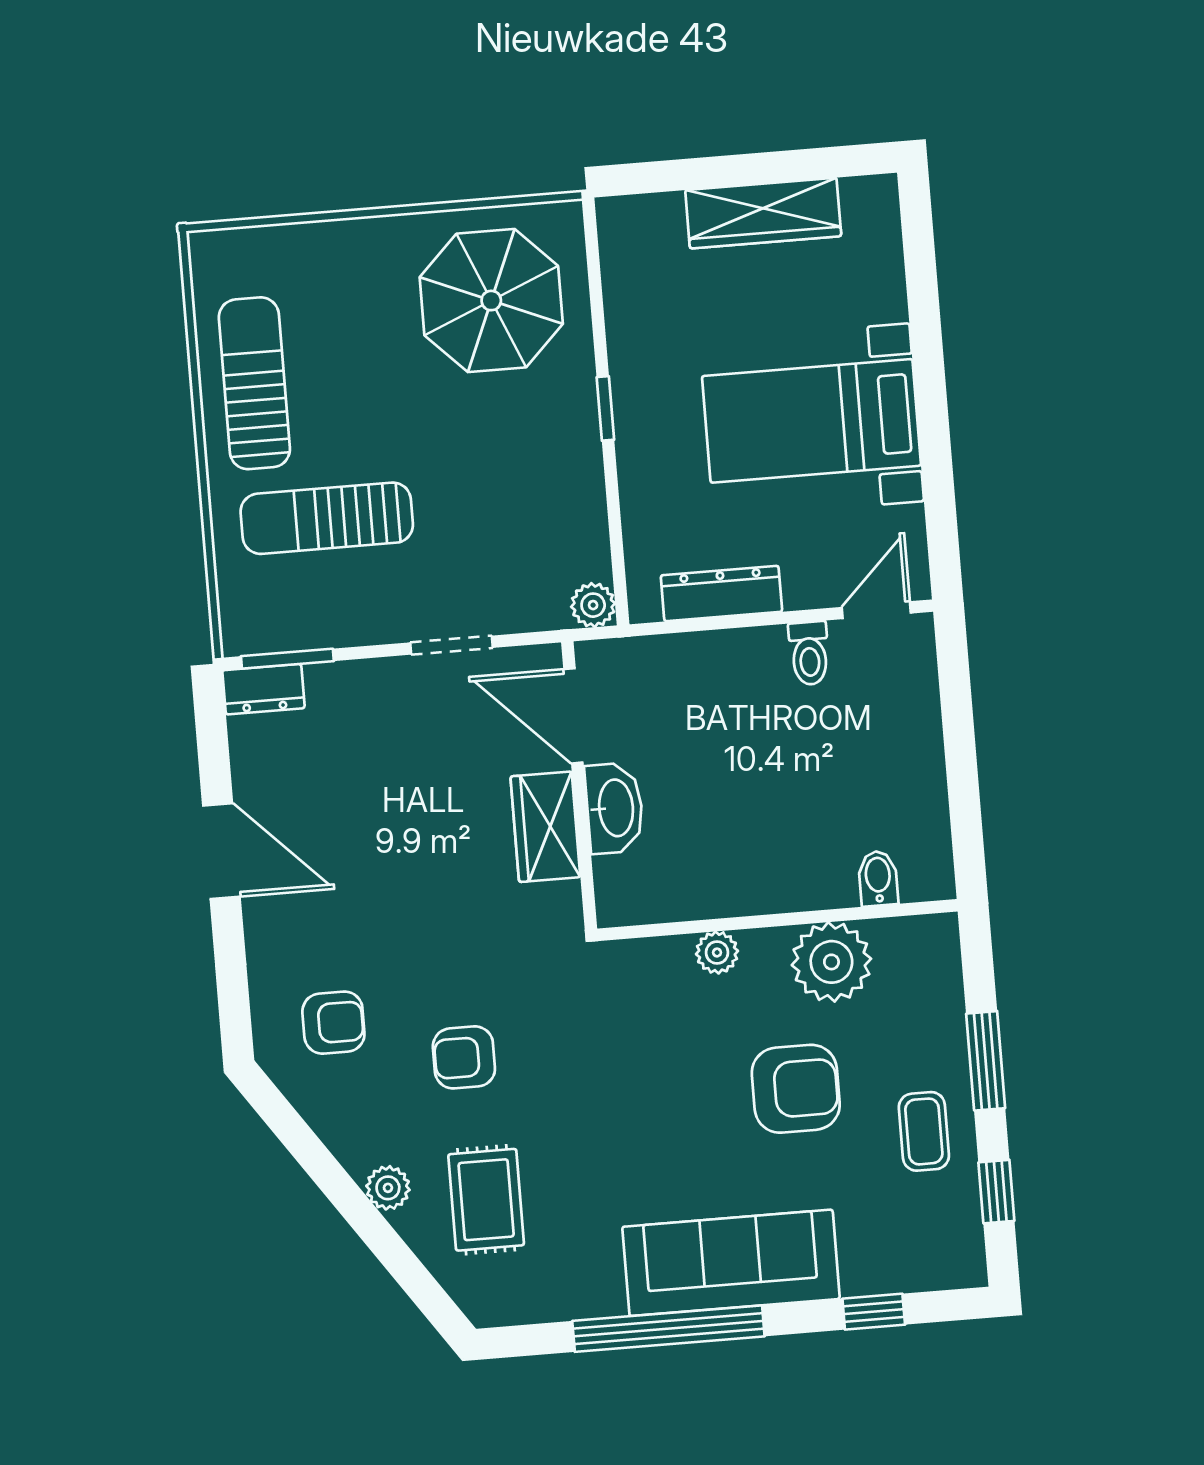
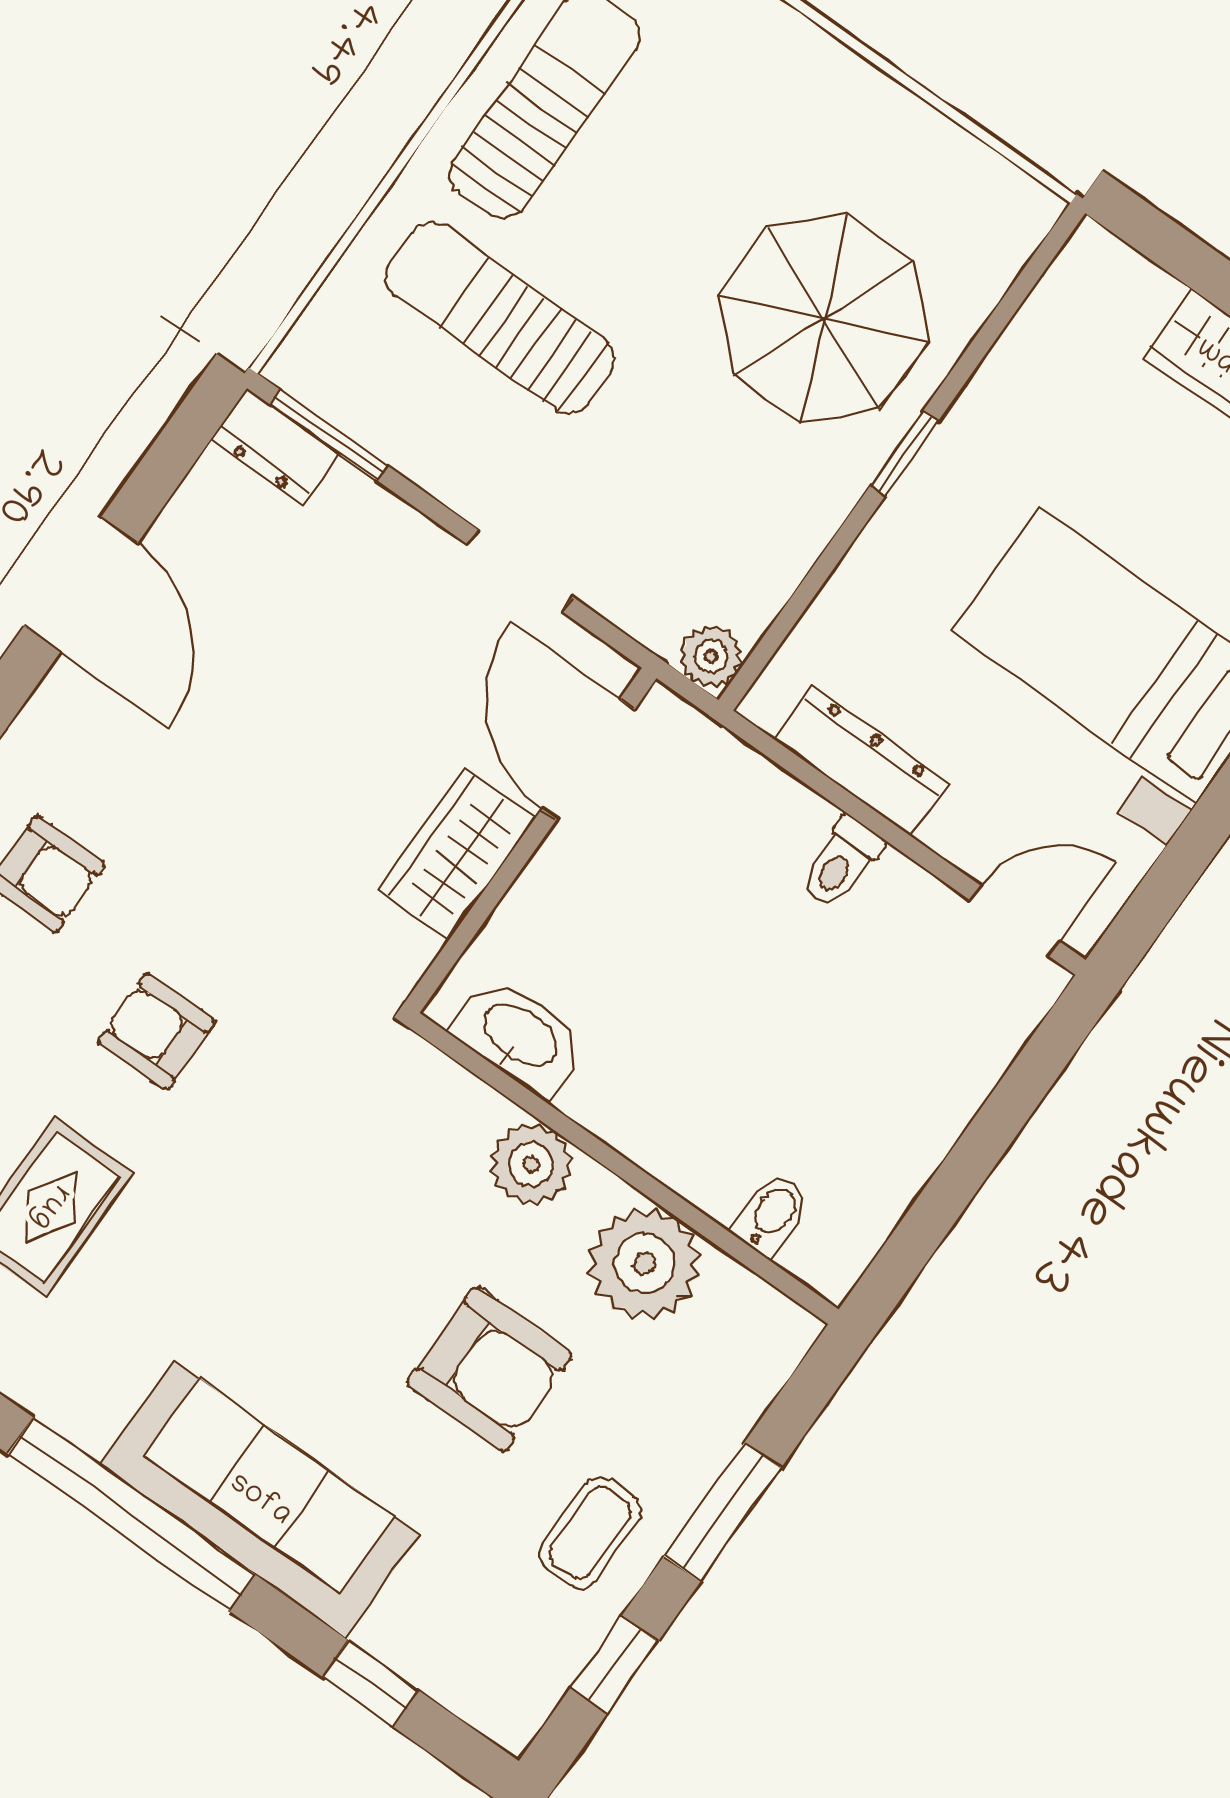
parasol: (491, 301) -> (823, 318), moved
toilet: (809, 653) -> (841, 863), moved
washbasin: (614, 808) -> (520, 1037), moved, turned -90
plant: (717, 952) -> (531, 1164), width x1.38, depth x1.38

